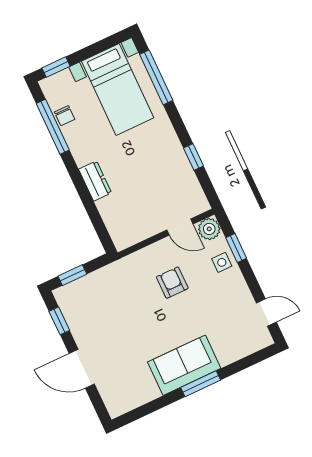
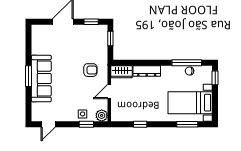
window: (156, 77) -> (187, 124), width x0.69
dresser: (95, 181) -> (147, 71), width x1.44
door: (180, 227) -> (109, 92), moved
wardrobe: (120, 230) -> (122, 72), added
armchair: (172, 283) -> (90, 70), moved
sofa: (184, 365) -> (41, 78), width x1.36

